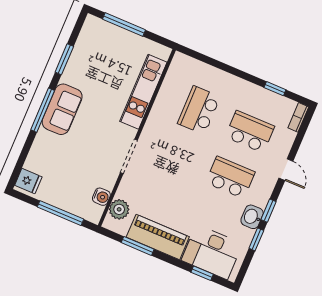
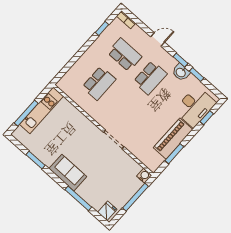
kitchen unit: (143, 92) -> (41, 110), moved, turned -90
window: (43, 110) -> (78, 198), moved
school desk: (199, 110) -> (99, 83), turned -90
school desk: (250, 132) -> (125, 55), turned 90
school desk: (230, 177) -> (150, 78), turned 180
water cooler: (101, 197) -> (144, 176), moved
plant: (119, 209) -> (146, 158), removed

